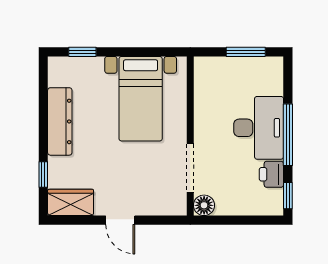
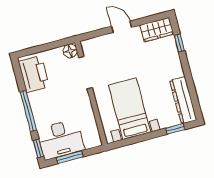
dresser: (60, 121) -> (183, 100), moved
desk: (259, 128) -> (61, 139), moved, turned -90
printer: (271, 174) -> (34, 74), width x1.87, depth x1.48
window: (288, 196) -> (38, 148), moved

